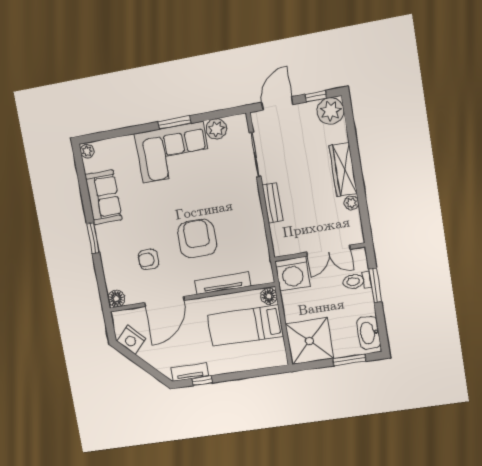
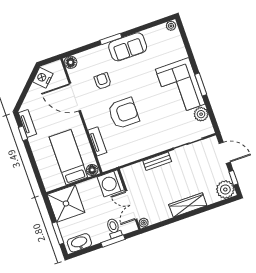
sofa: (103, 197) -> (128, 47), moved
plant: (351, 203) -> (144, 223), moved
tv unit: (222, 283) -> (97, 141), width x0.71

